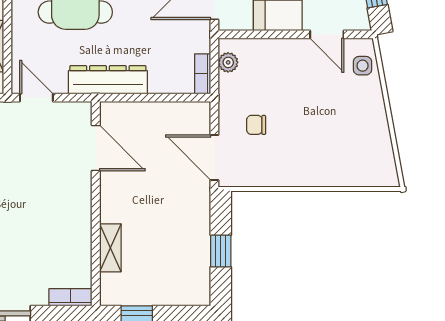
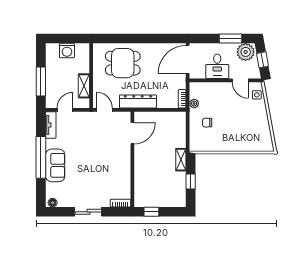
plant: (228, 62) -> (194, 104), moved
door: (96, 148) -> (132, 133), hinge flipped
door: (214, 157) -> (188, 138), removed
shelving: (110, 248) -> (181, 160), moved

